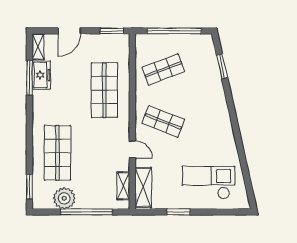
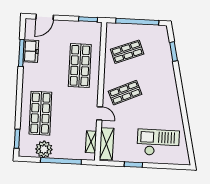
door: (69, 31) -> (45, 17), moved
shelving: (38, 47) -> (29, 29), removed
shop shelf: (163, 121) -> (125, 93), turned -45

